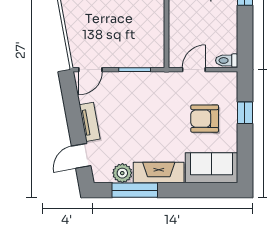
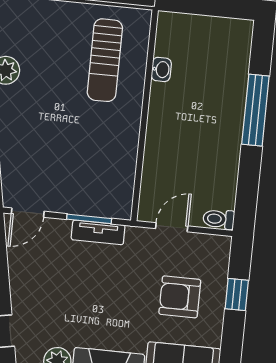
tv unit: (90, 122) -> (98, 232), moved, turned 100

